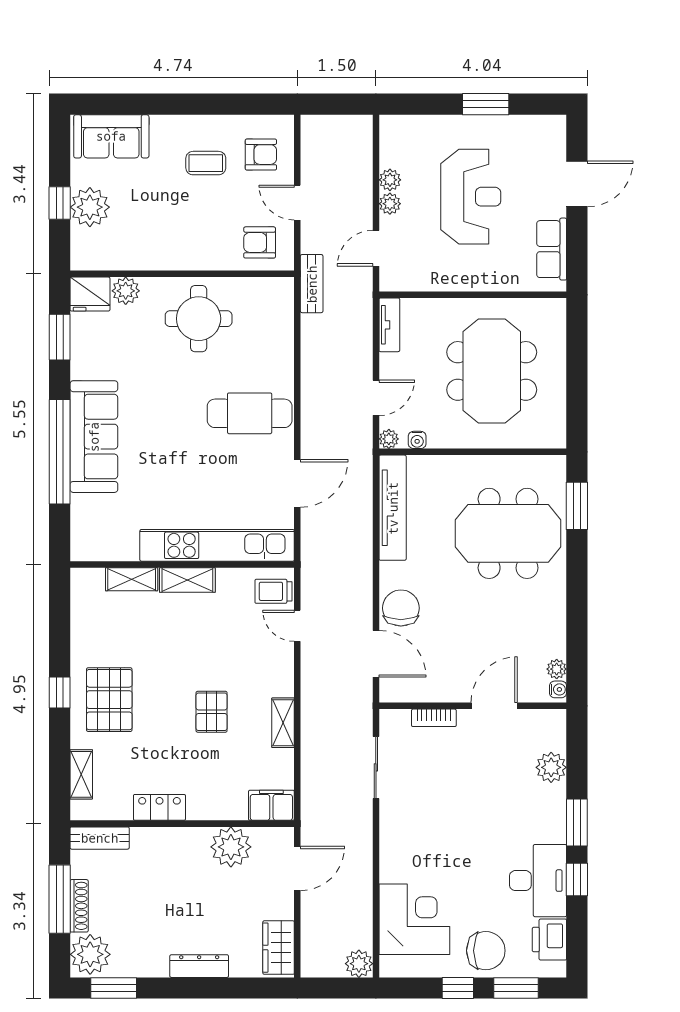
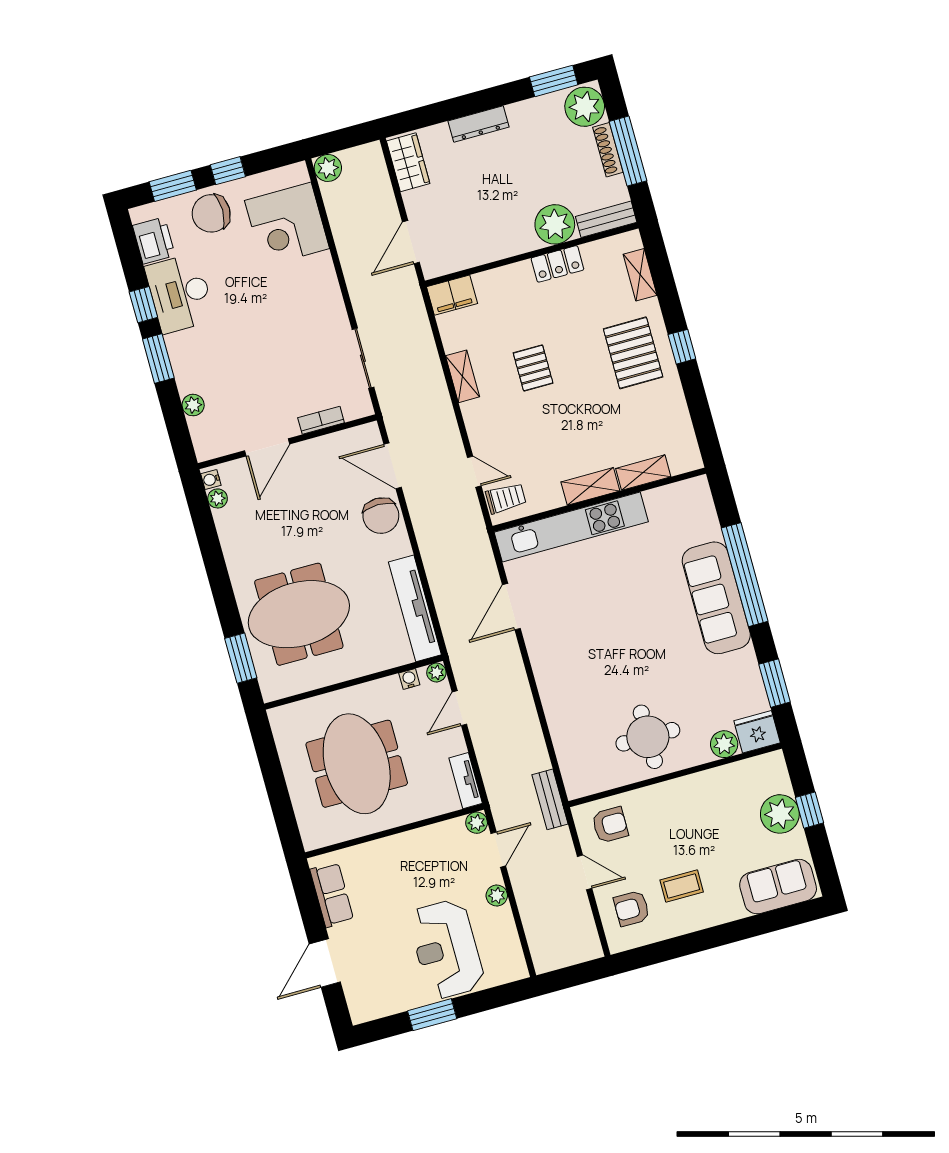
plant: (390, 180) -> (477, 823), moved
reception desk: (471, 197) -> (446, 949), moved
cafe table: (250, 413) -> (575, 661), removed
plant: (551, 767) -> (193, 405), width x0.73, depth x0.73
plant: (231, 847) -> (555, 224), moved

